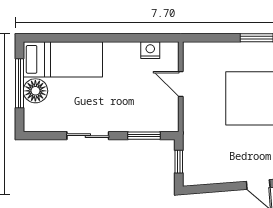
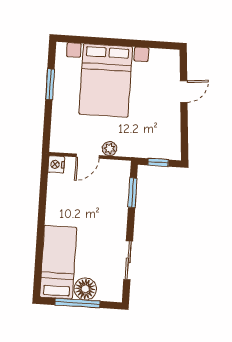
nightstand: (150, 50) -> (56, 164), moved
plant: (190, 107) -> (110, 149), added
sliding door: (88, 136) -> (128, 260), moved

